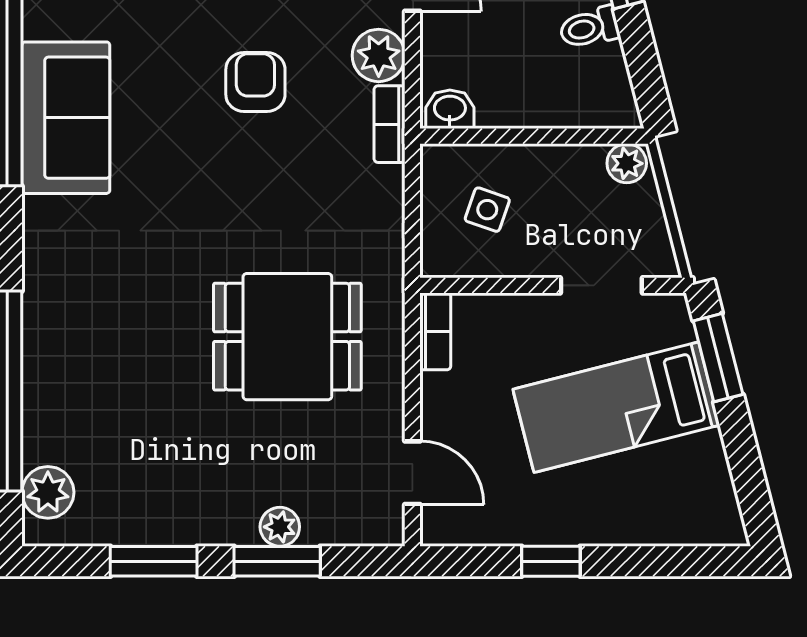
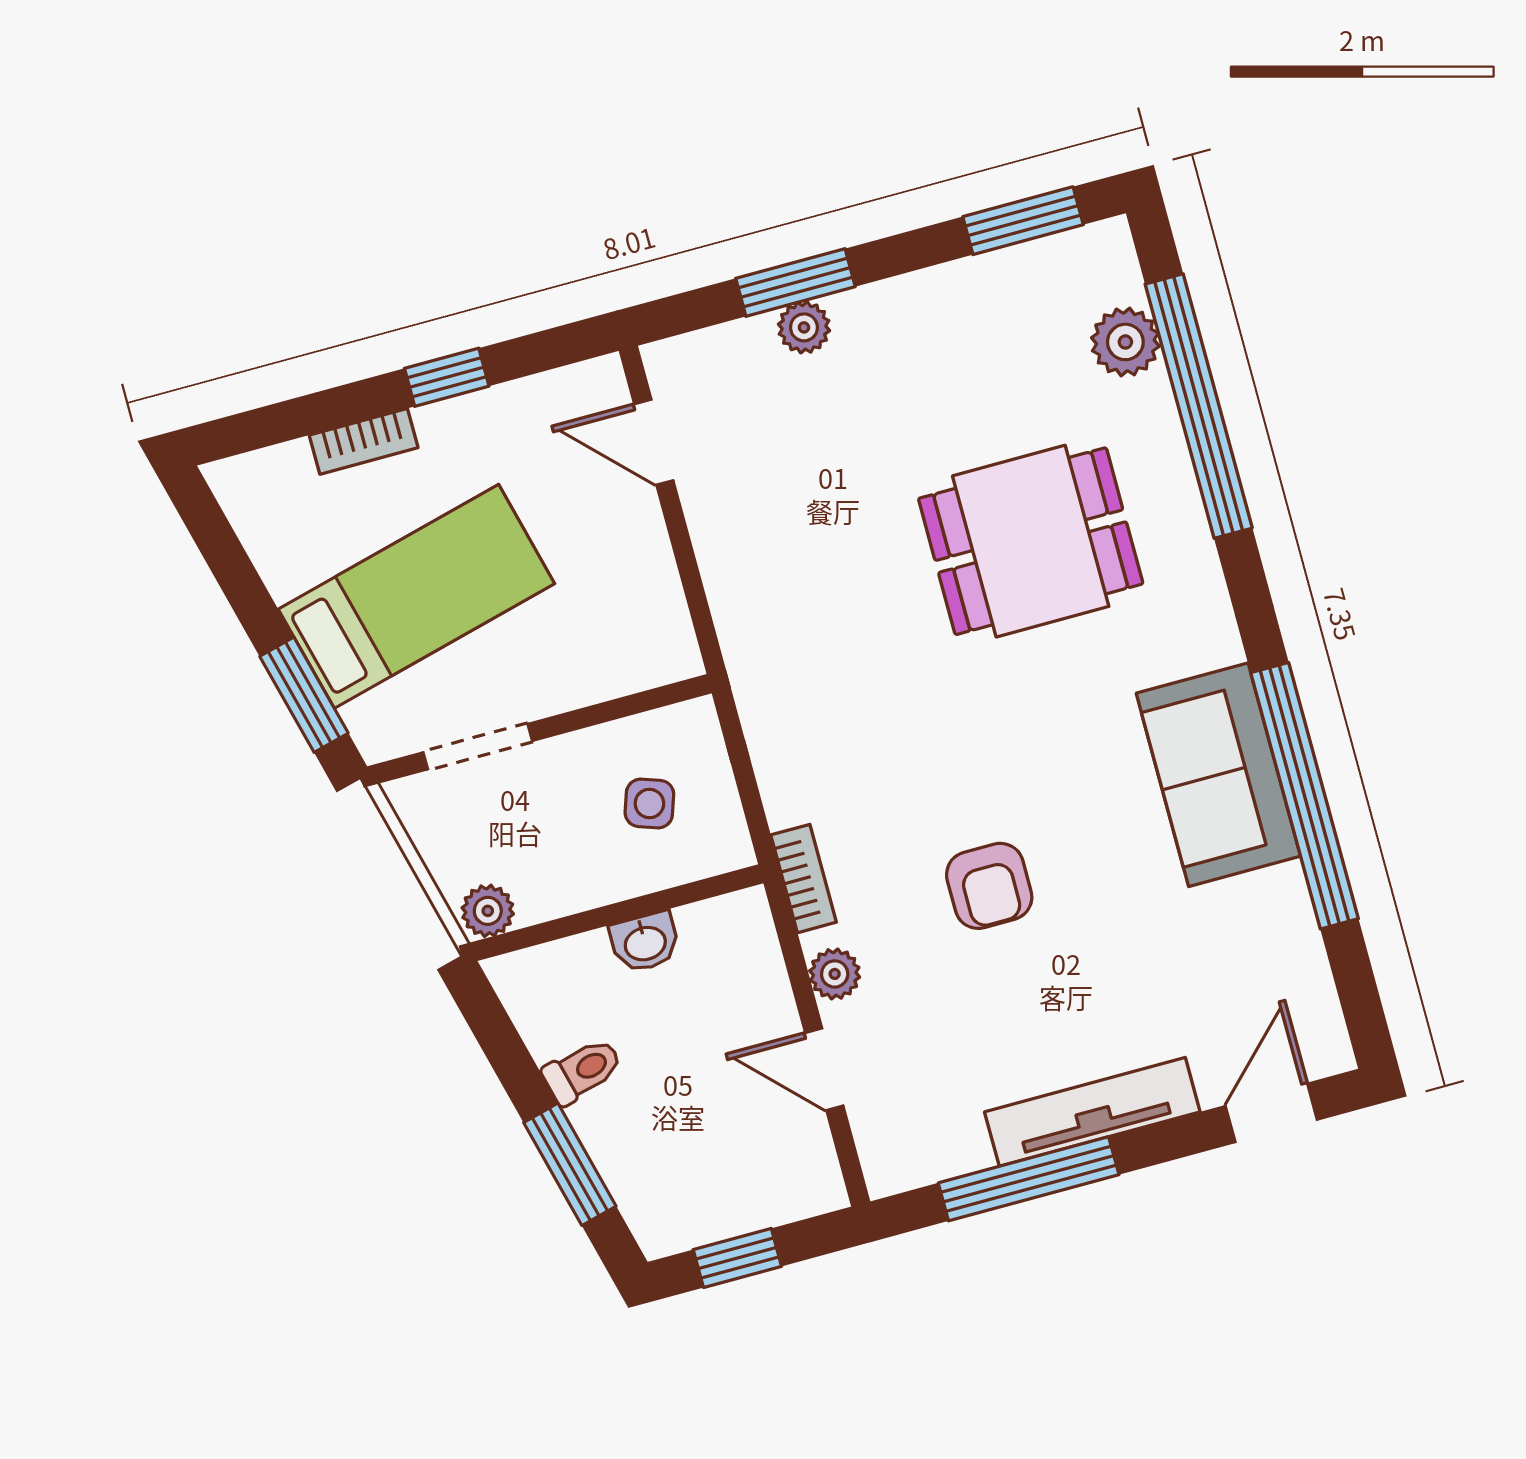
plant: (379, 55) -> (835, 974), width x0.73, depth x0.73
washbasin: (450, 109) -> (645, 942), moved
bookcase: (435, 331) -> (364, 441), moved, turned -90
dining table: (287, 337) -> (1031, 541), moved
plant: (48, 492) -> (1125, 342), moved
window: (154, 561) -> (1023, 221), moved

